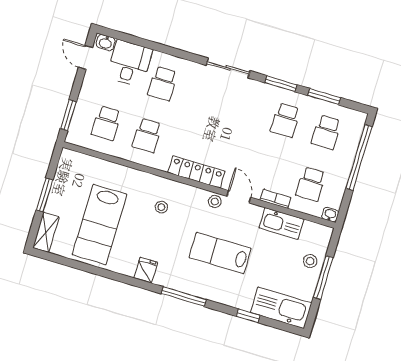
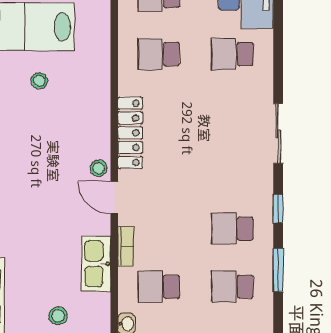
window: (281, 84) -> (278, 209), width x0.67
door: (239, 197) -> (114, 198), swing flipped
stool: (161, 207) -> (39, 81), moved
lab bench: (220, 253) -> (34, 195), removed

